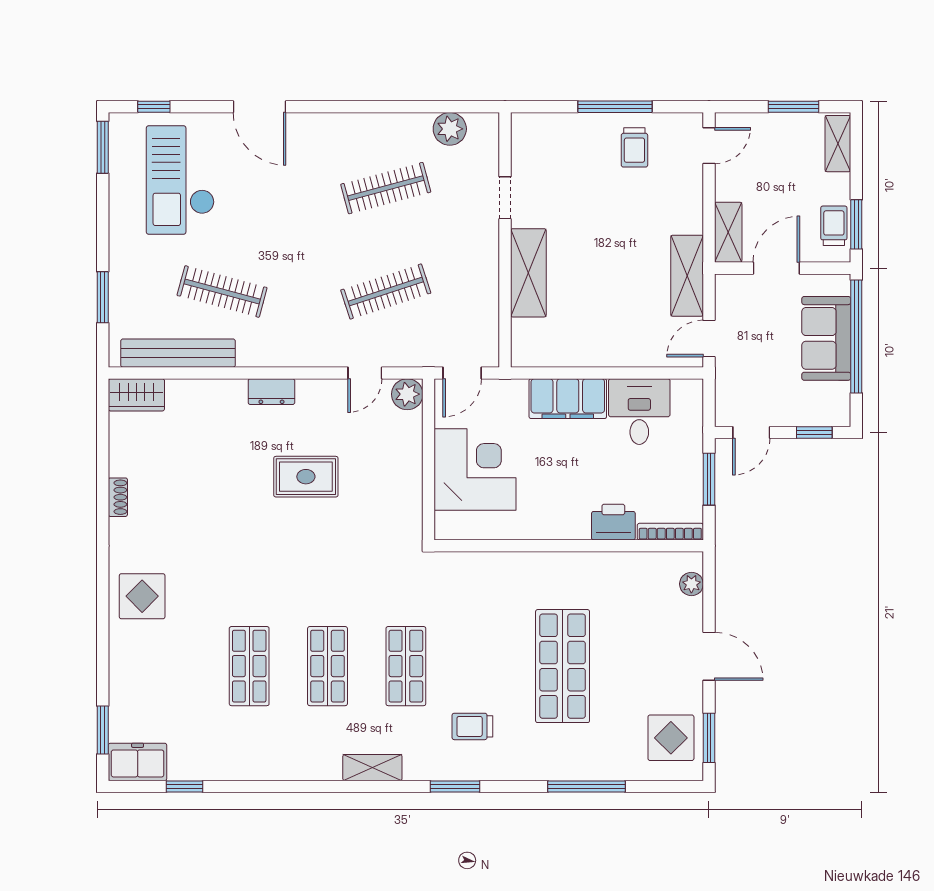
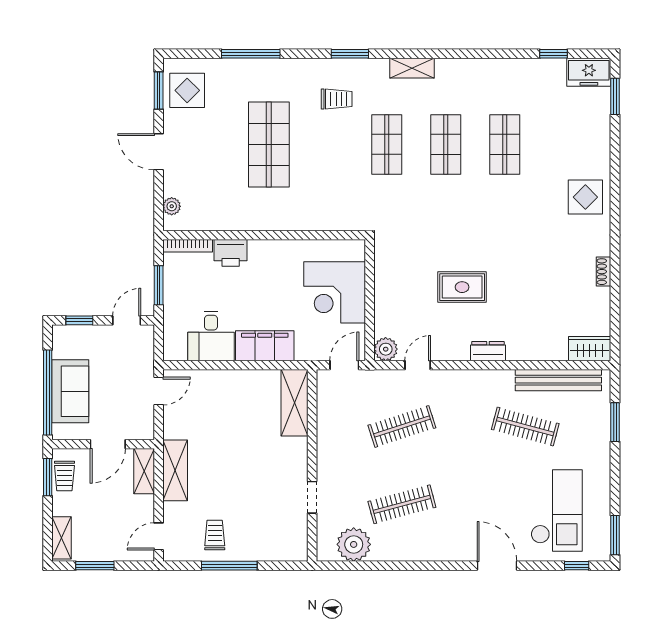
plant: (450, 129) -> (354, 544), width x1.36, depth x1.36
shelving: (528, 273) -> (295, 403), moved
shelving: (687, 276) -> (175, 470), moved

